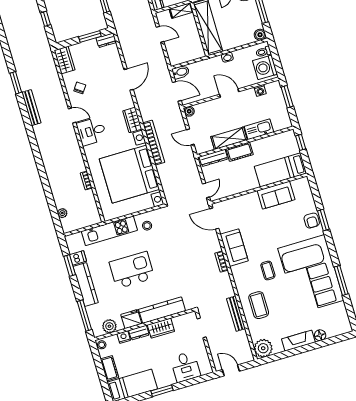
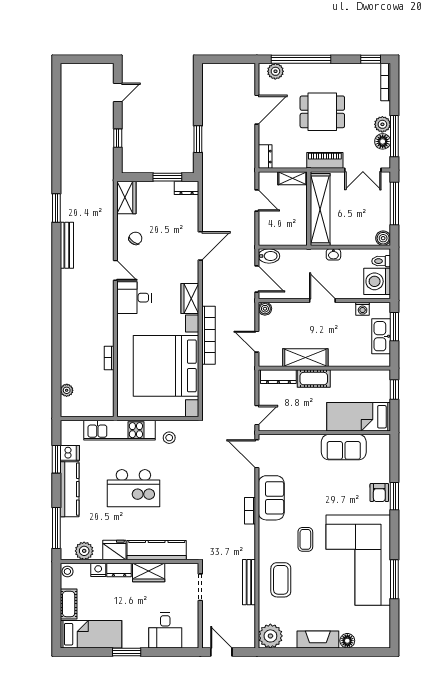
kitchen sink: (259, 129) -> (381, 336), moved, turned -90
kitchen island: (132, 270) -> (133, 488), turned 180

